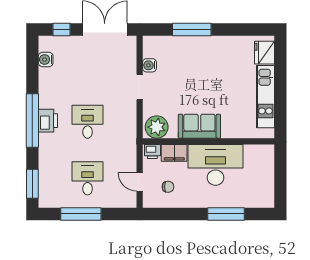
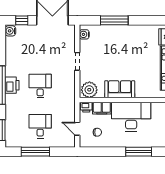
water cooler: (46, 59) -> (10, 31), moved
water cooler: (149, 65) -> (84, 34), moved

